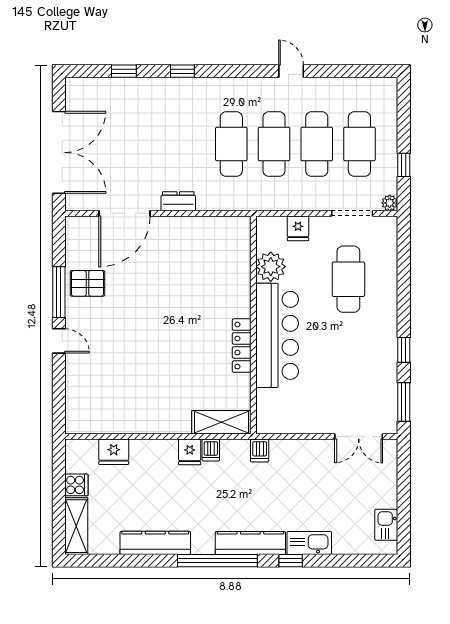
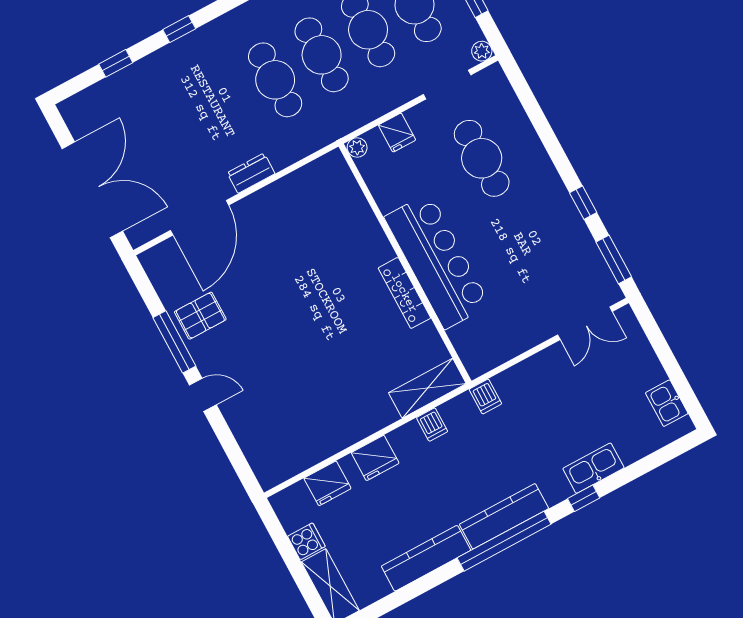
plant: (271, 267) -> (357, 148), moved, width x0.53, depth x0.53
fridge: (190, 452) -> (375, 458), moved, width x1.38
kitchen counter: (250, 543) -> (504, 516), moved

